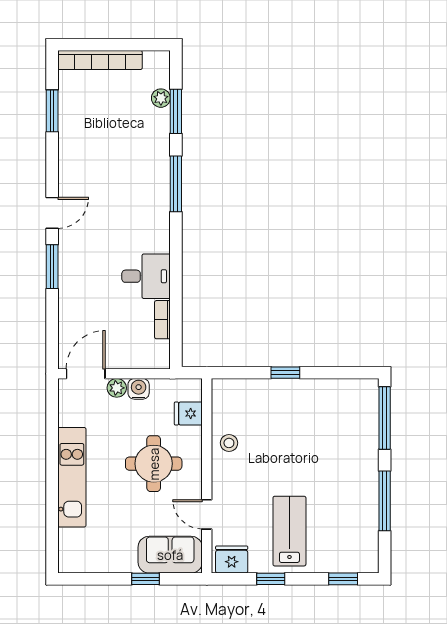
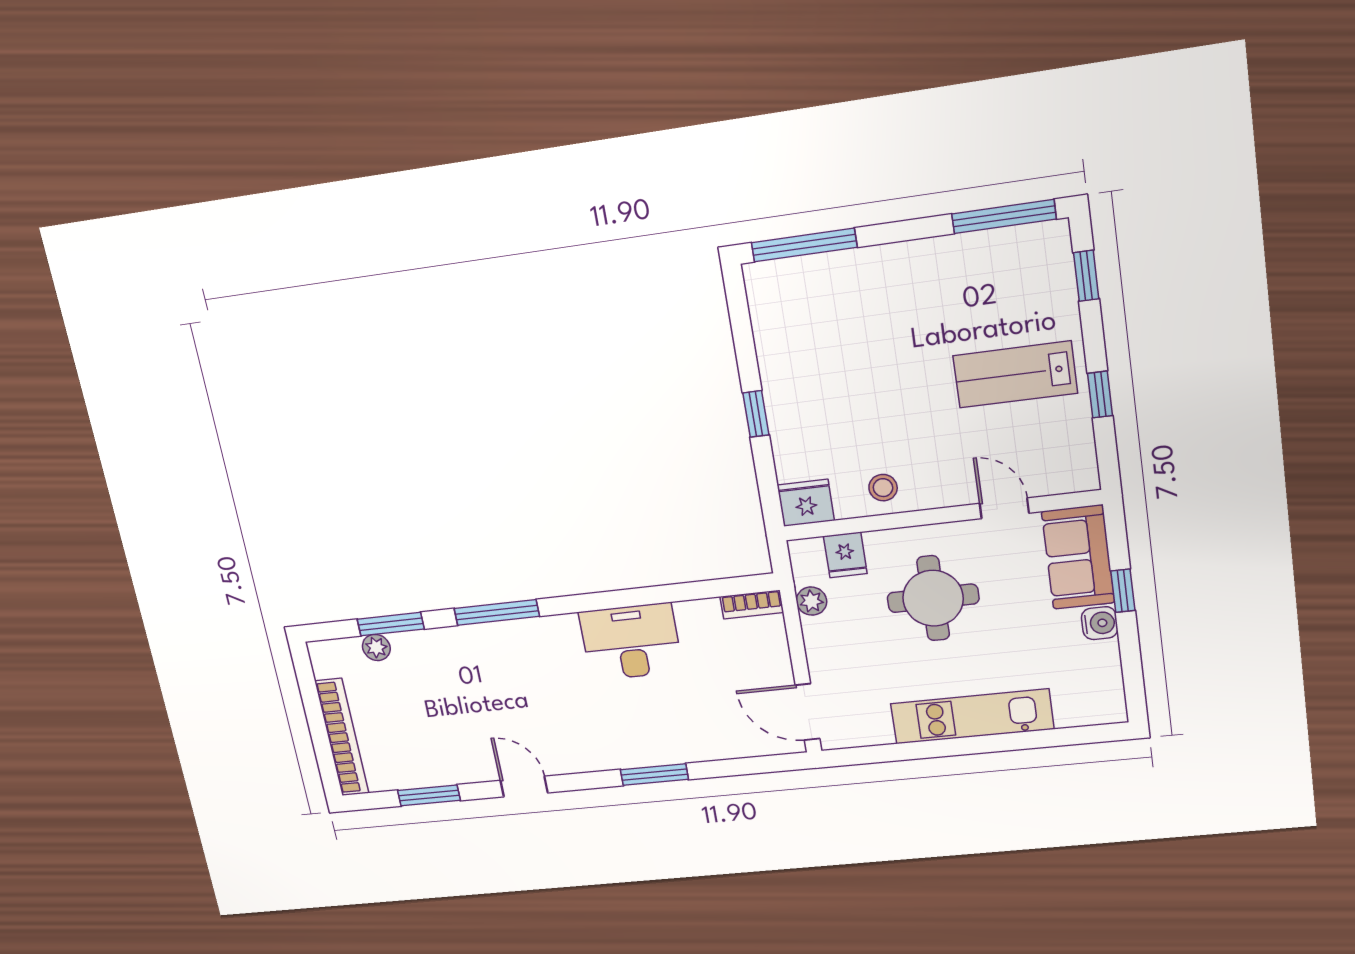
door: (52, 213) -> (524, 787), moved
desk: (146, 276) -> (631, 642), width x1.37
bookcase: (162, 320) -> (752, 605), moved
plant: (117, 388) -> (811, 601), moved
water cooler: (139, 389) -> (1100, 623), moved, turned 180
window: (385, 501) -> (1004, 216), moved
door: (207, 514) -> (1004, 508), swing flipped
fridge: (232, 560) -> (806, 503), moved, turned 90

